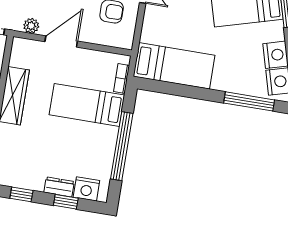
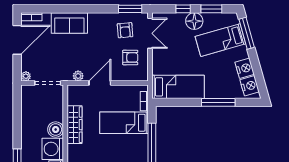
window: (249, 101) -> (218, 102), moved

